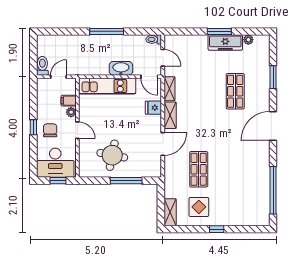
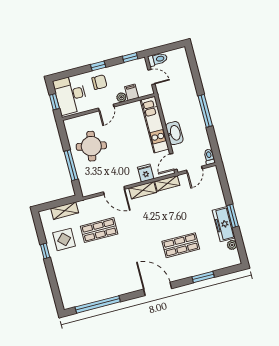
window: (33, 93) -> (130, 57), added
shelving: (170, 212) -> (65, 211), moved
window: (217, 229) -> (45, 251), moved

